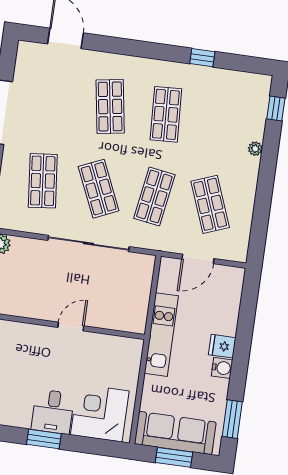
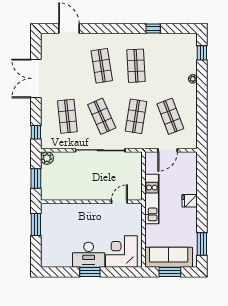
door: (71, 327) -> (119, 202), moved
water cooler: (222, 368) -> (191, 214), removed
desk: (53, 412) -> (89, 255), width x1.37

